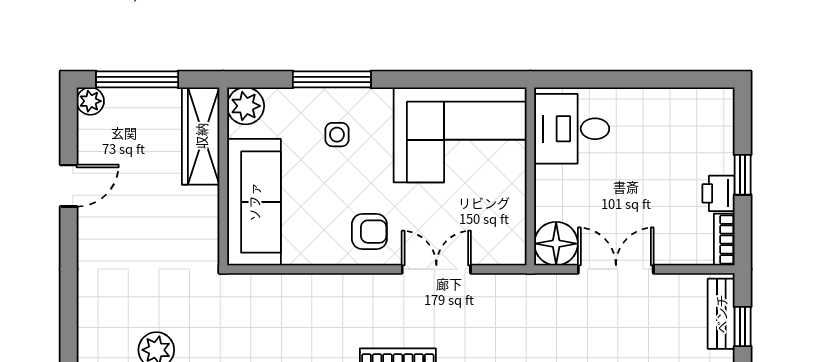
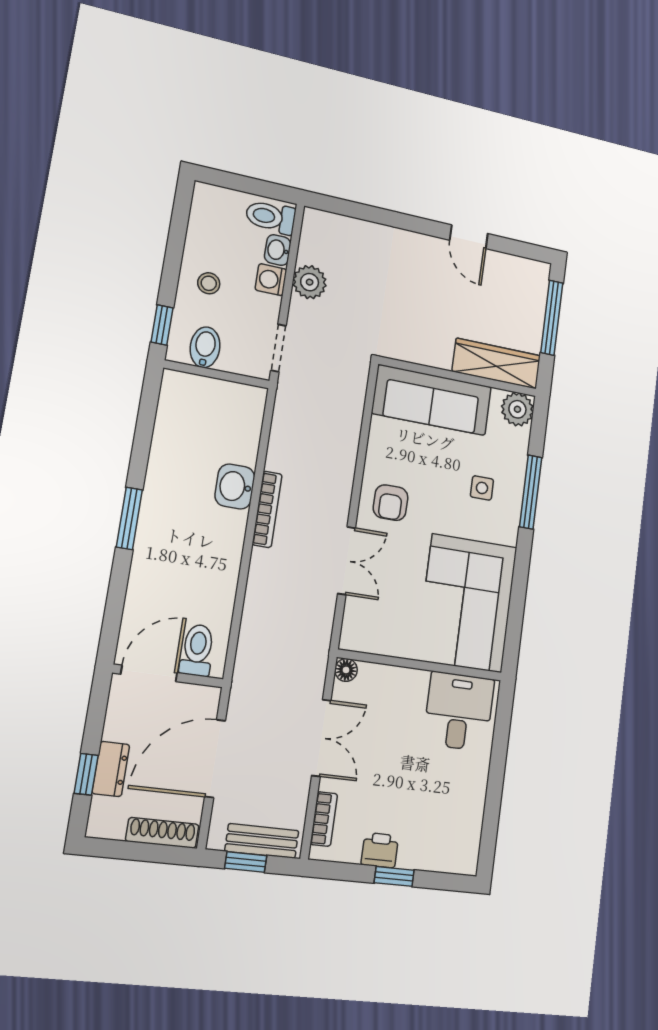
plant: (90, 101) -> (539, 273), removed
bookcase: (724, 239) -> (324, 819), moved, turned 90
floor lamp: (556, 244) -> (346, 670), width x0.53, depth x0.53

